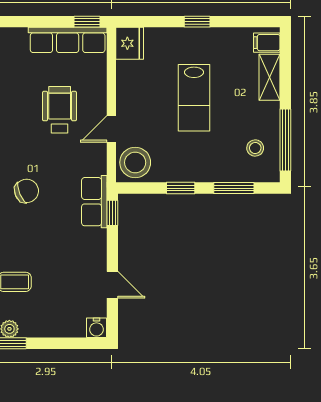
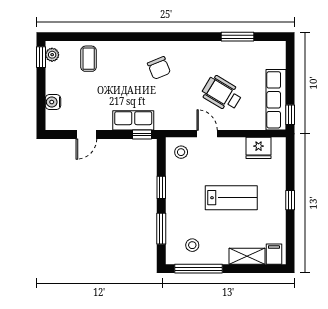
fridge: (130, 43) -> (259, 148), moved
lab bench: (194, 98) -> (231, 198), turned 180
wheelchair: (60, 110) -> (222, 94), turned -149
stool: (135, 162) -> (181, 152), width x0.53, depth x0.53
row of seats: (94, 202) -> (133, 120), moved
water cooler: (96, 328) -> (53, 102), moved

